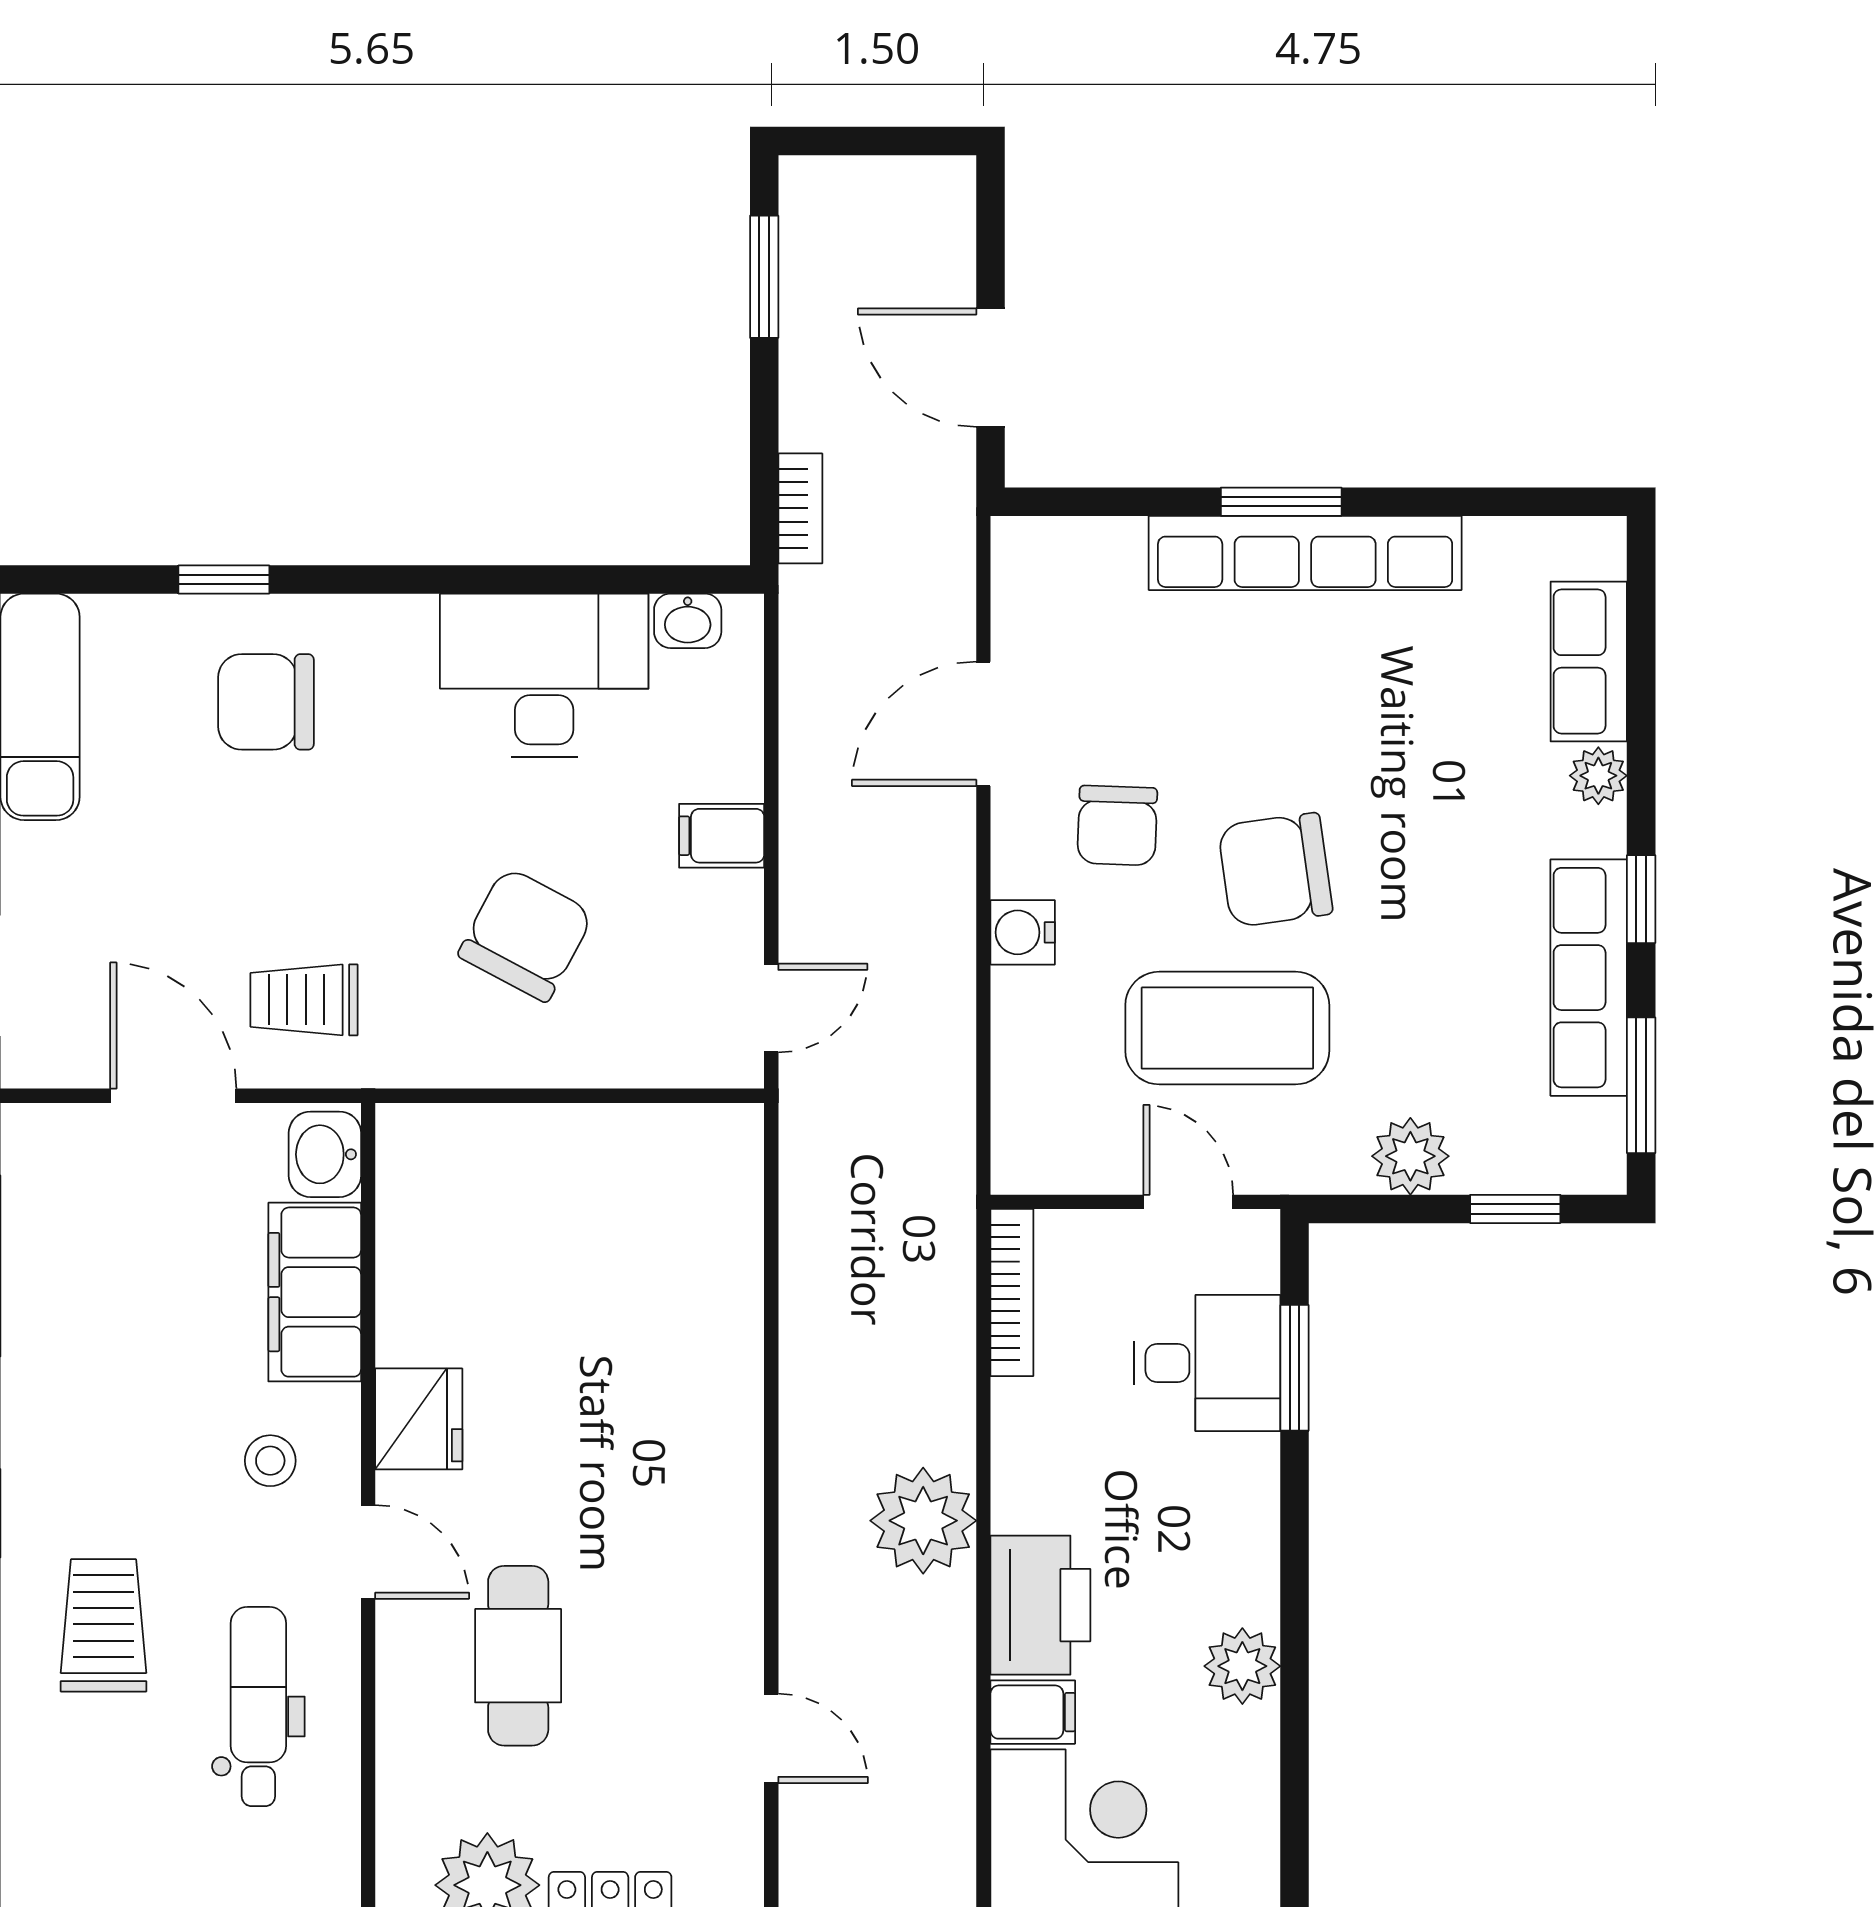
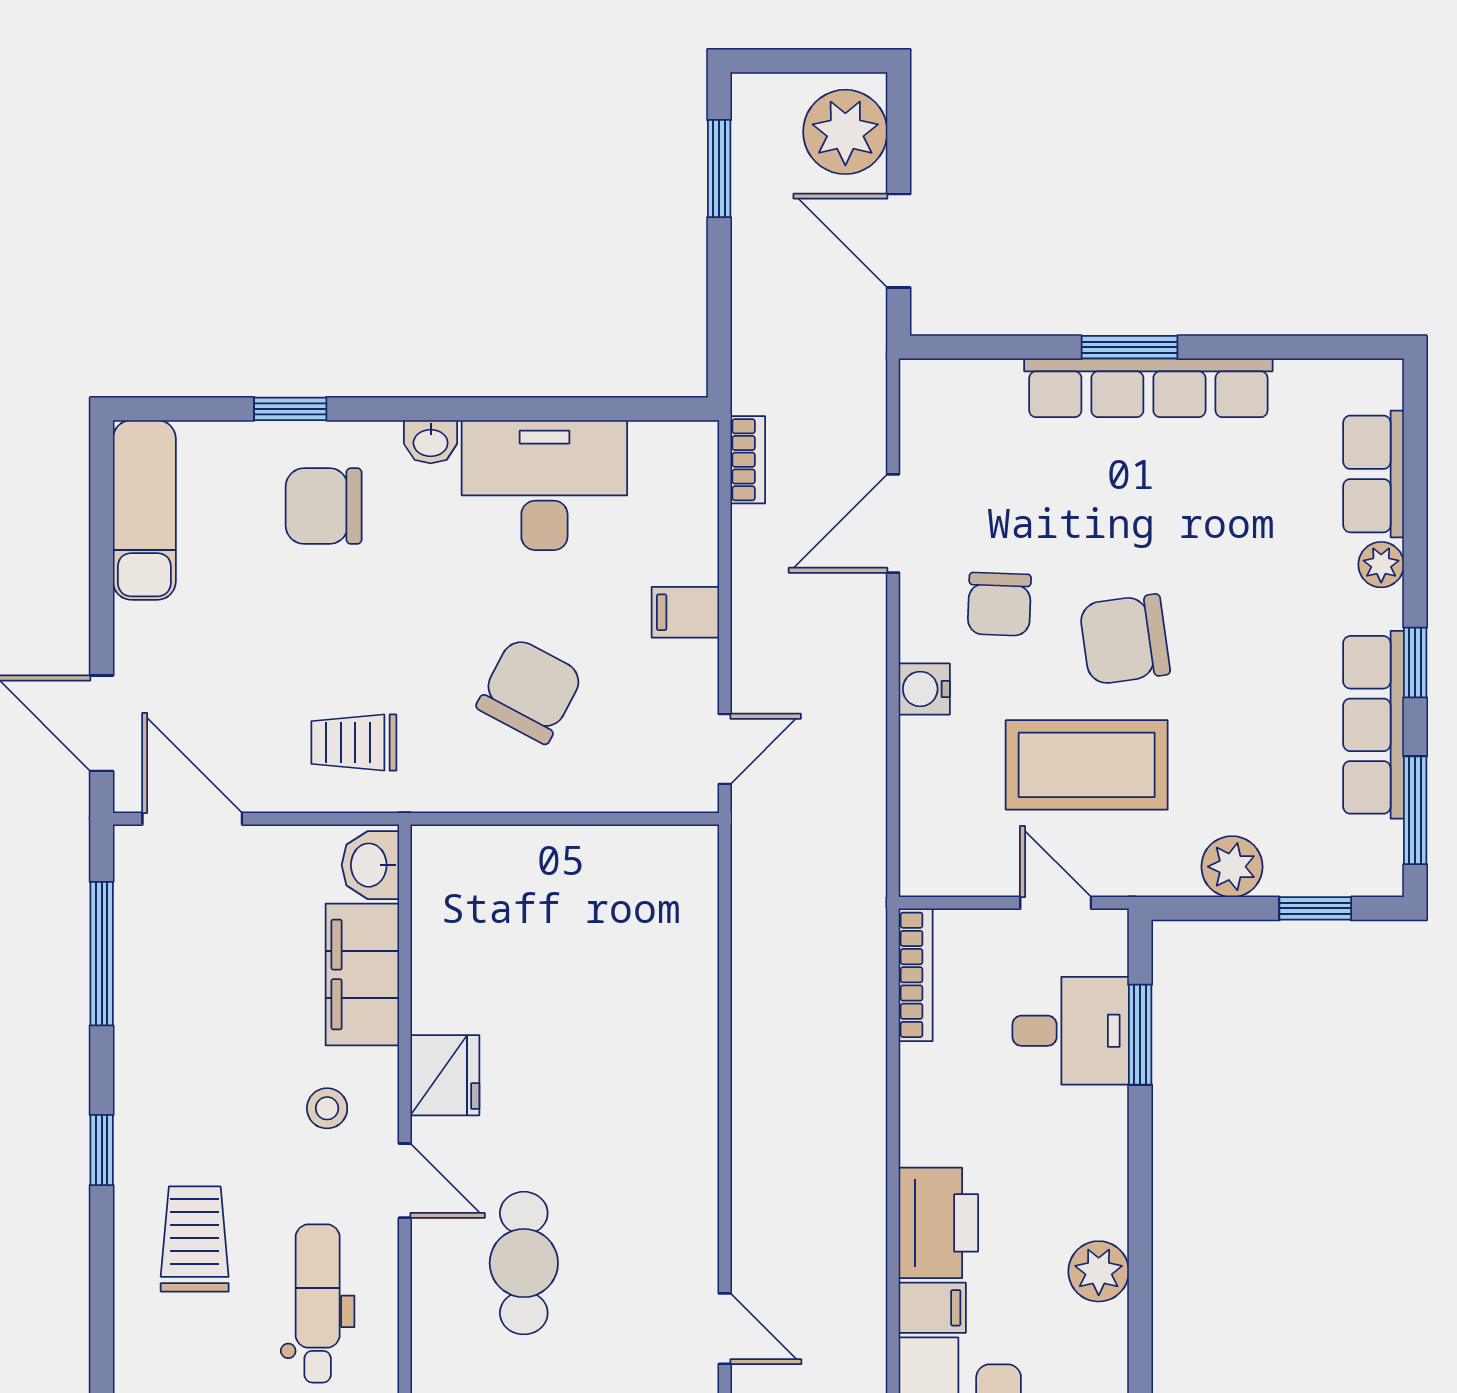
bookcase: (800, 508) -> (748, 460), moved
washbasin: (688, 621) -> (431, 442), moved
door: (173, 1096) -> (192, 819), moved
plant: (923, 1521) -> (845, 132), moved

